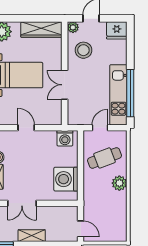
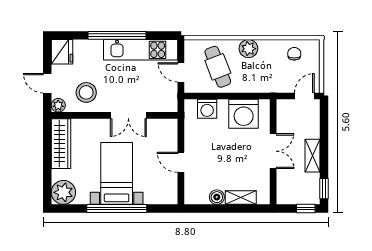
window: (130, 93) -> (117, 35), moved
door: (26, 128) -> (181, 162), hinge flipped
washing machine: (65, 138) -> (207, 109), moved, turned 90
double door: (22, 203) -> (273, 151), moved
chair: (115, 221) -> (294, 54), added

